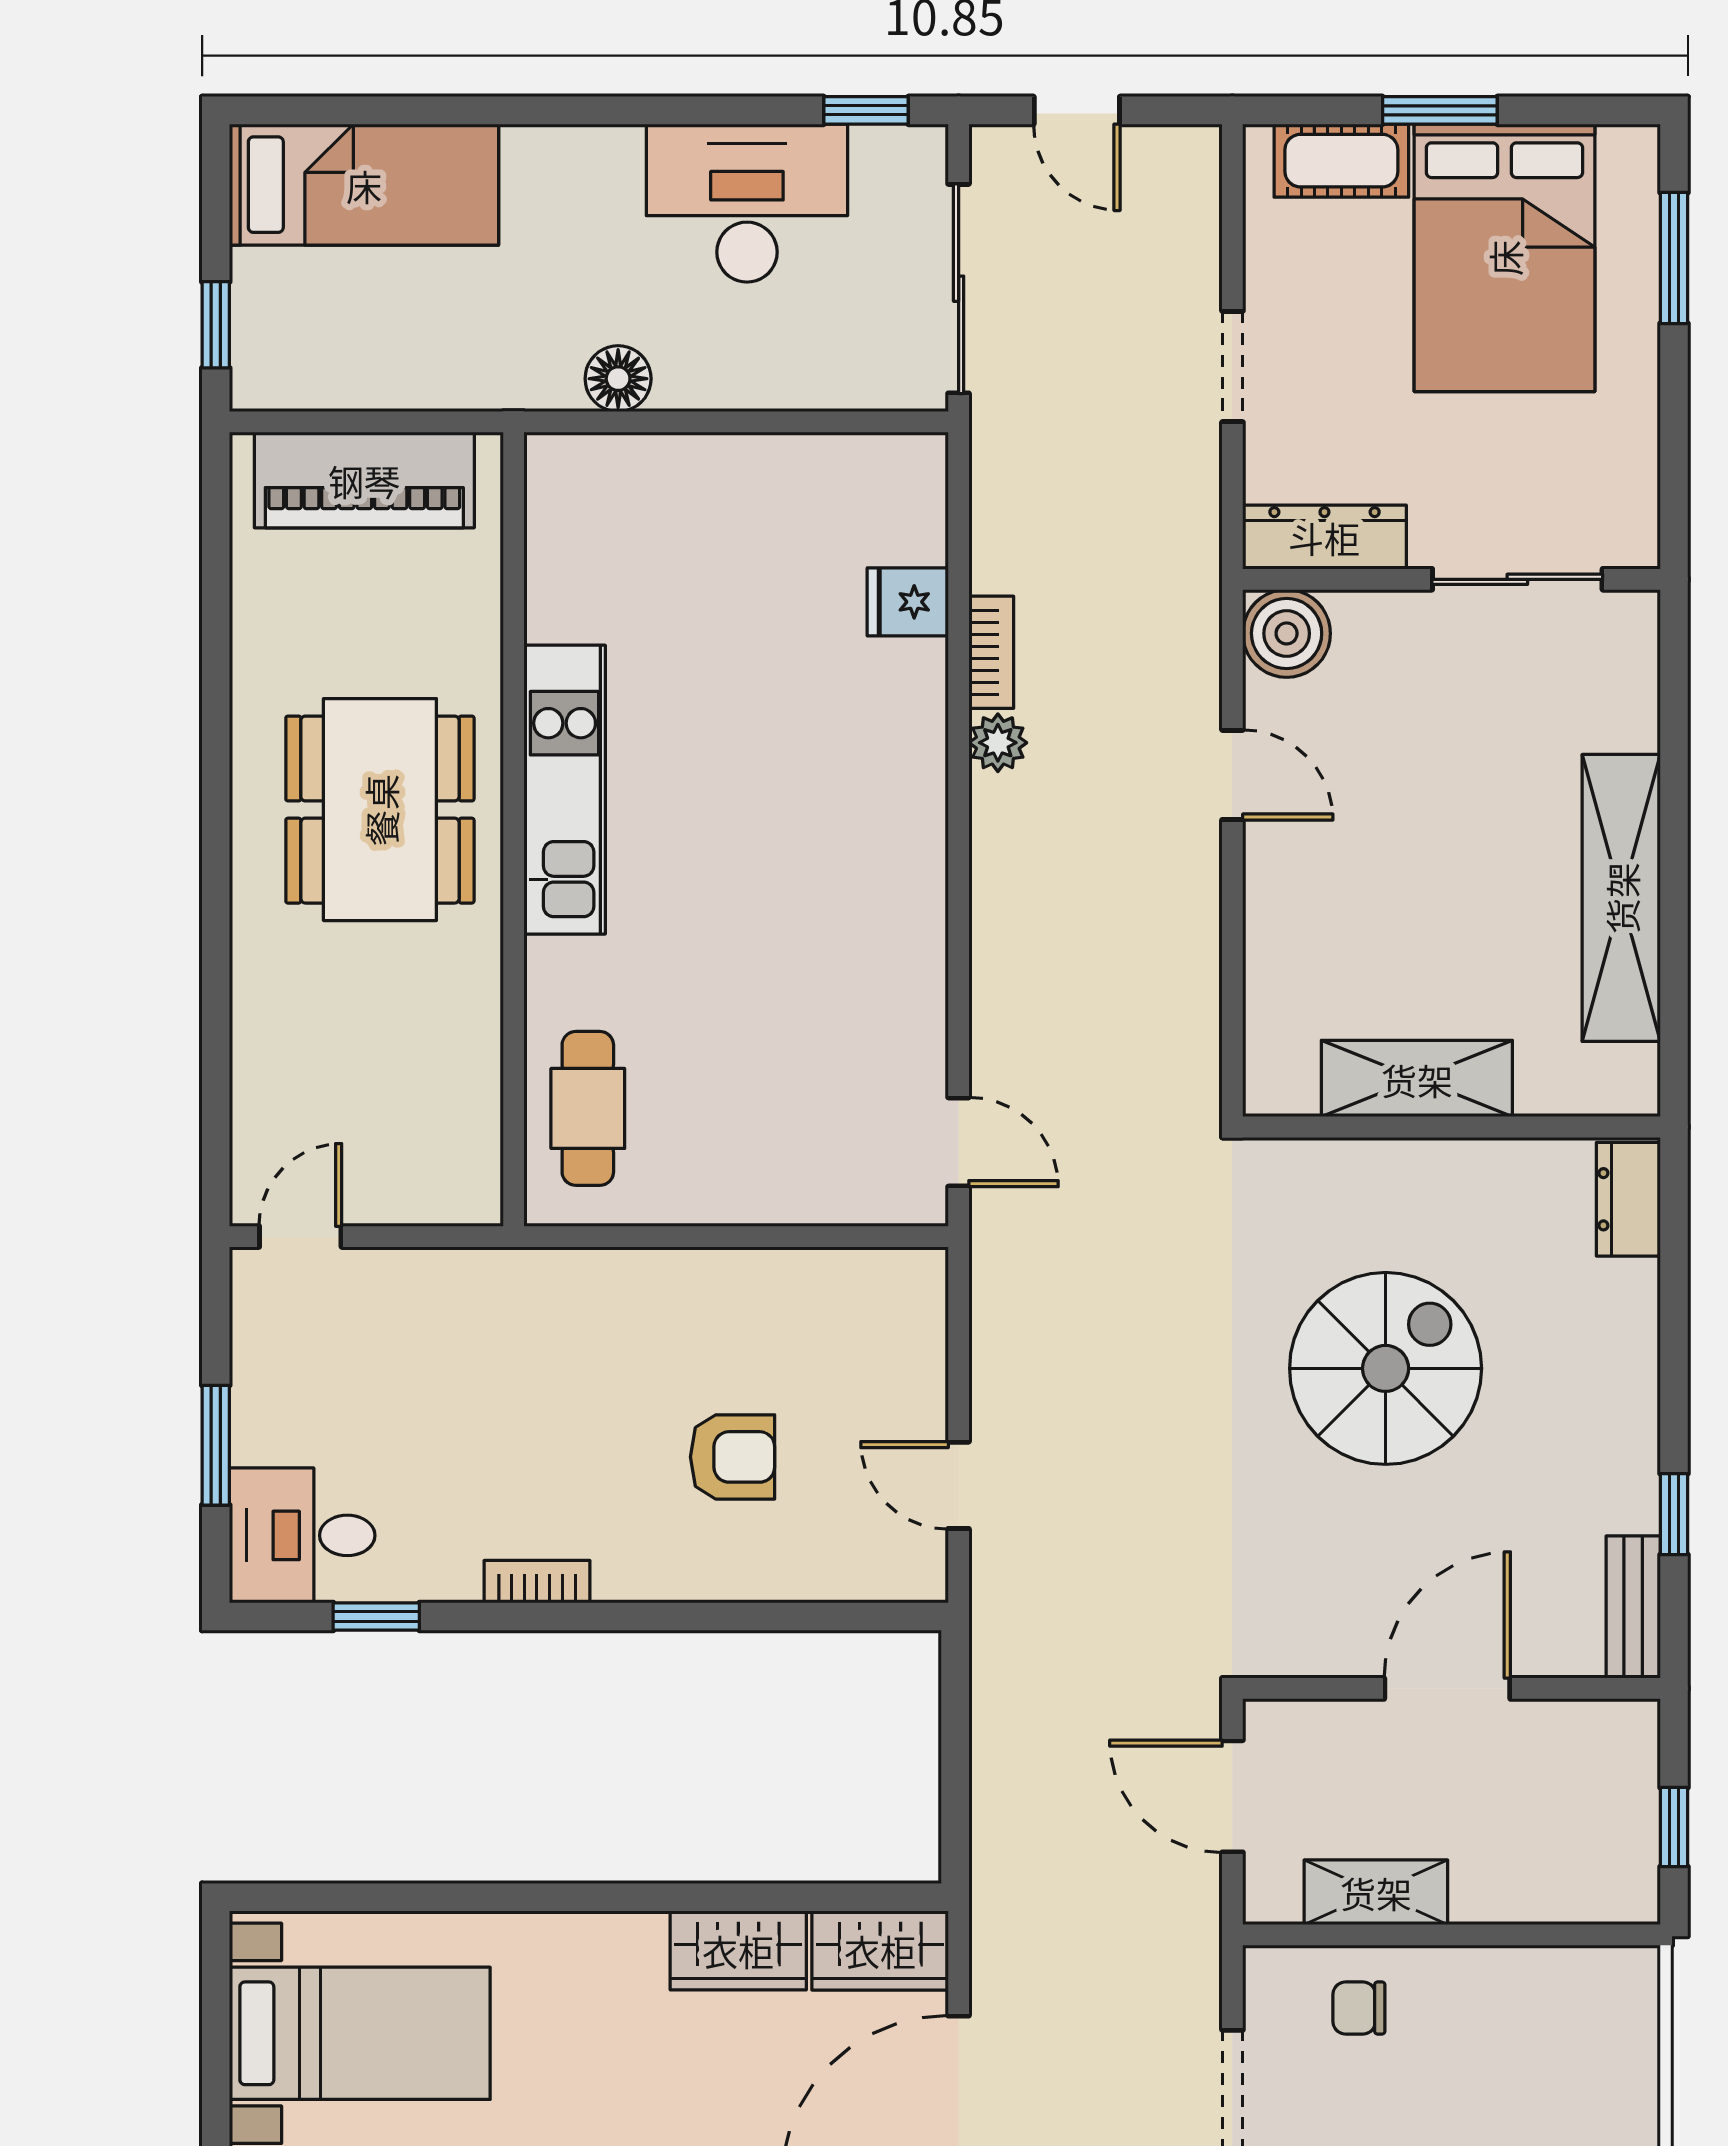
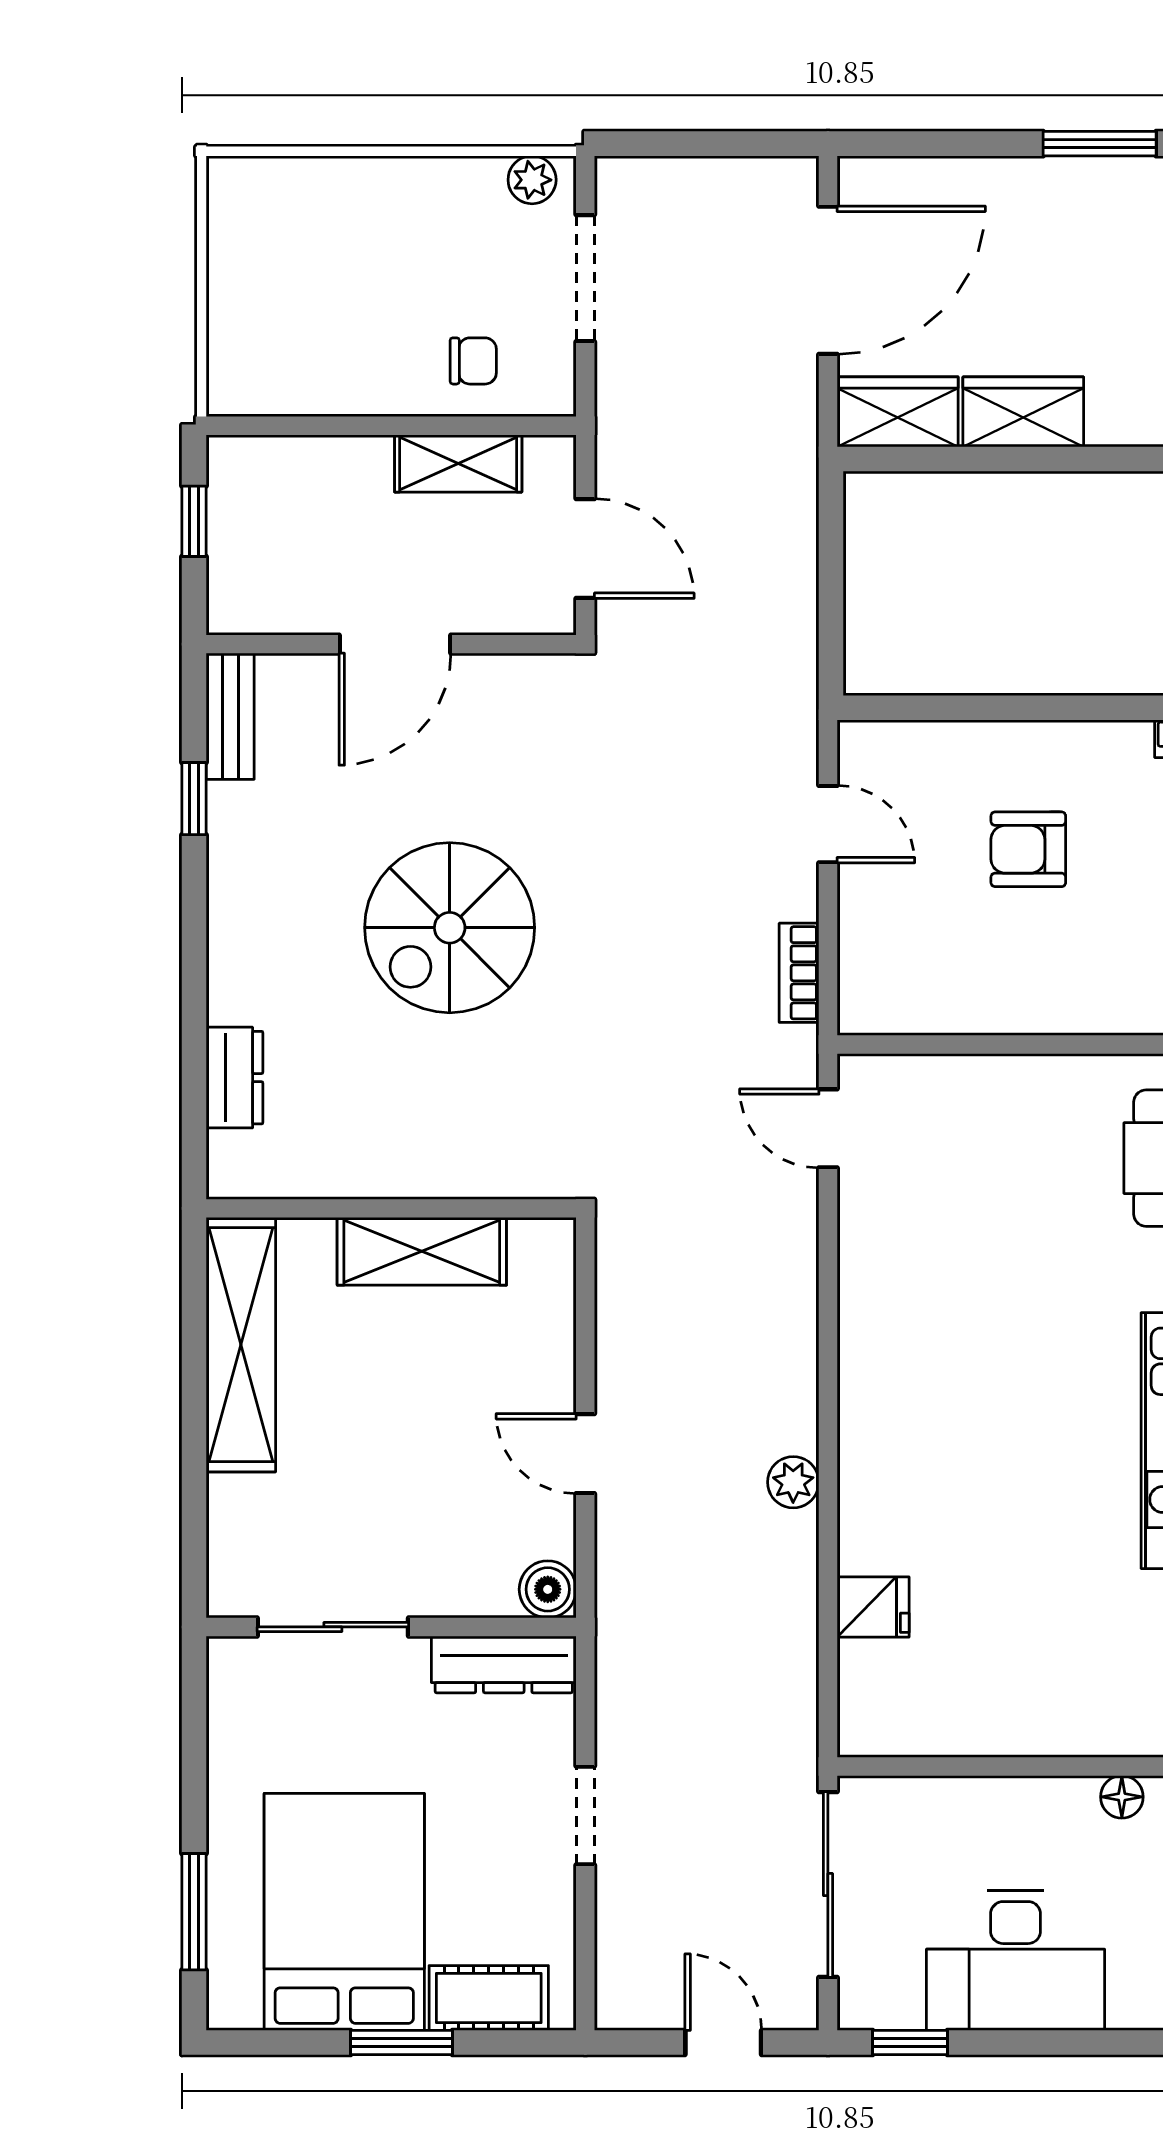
floor lamp: (618, 379) -> (1122, 1797), width x0.73, depth x0.73
boiler: (1287, 633) -> (548, 1589), width x0.73, depth x0.73
bookcase: (991, 652) -> (799, 973), moved
shelving: (1417, 1079) -> (422, 1251), moved
wall: (1452, 1127) -> (391, 1208), moved

